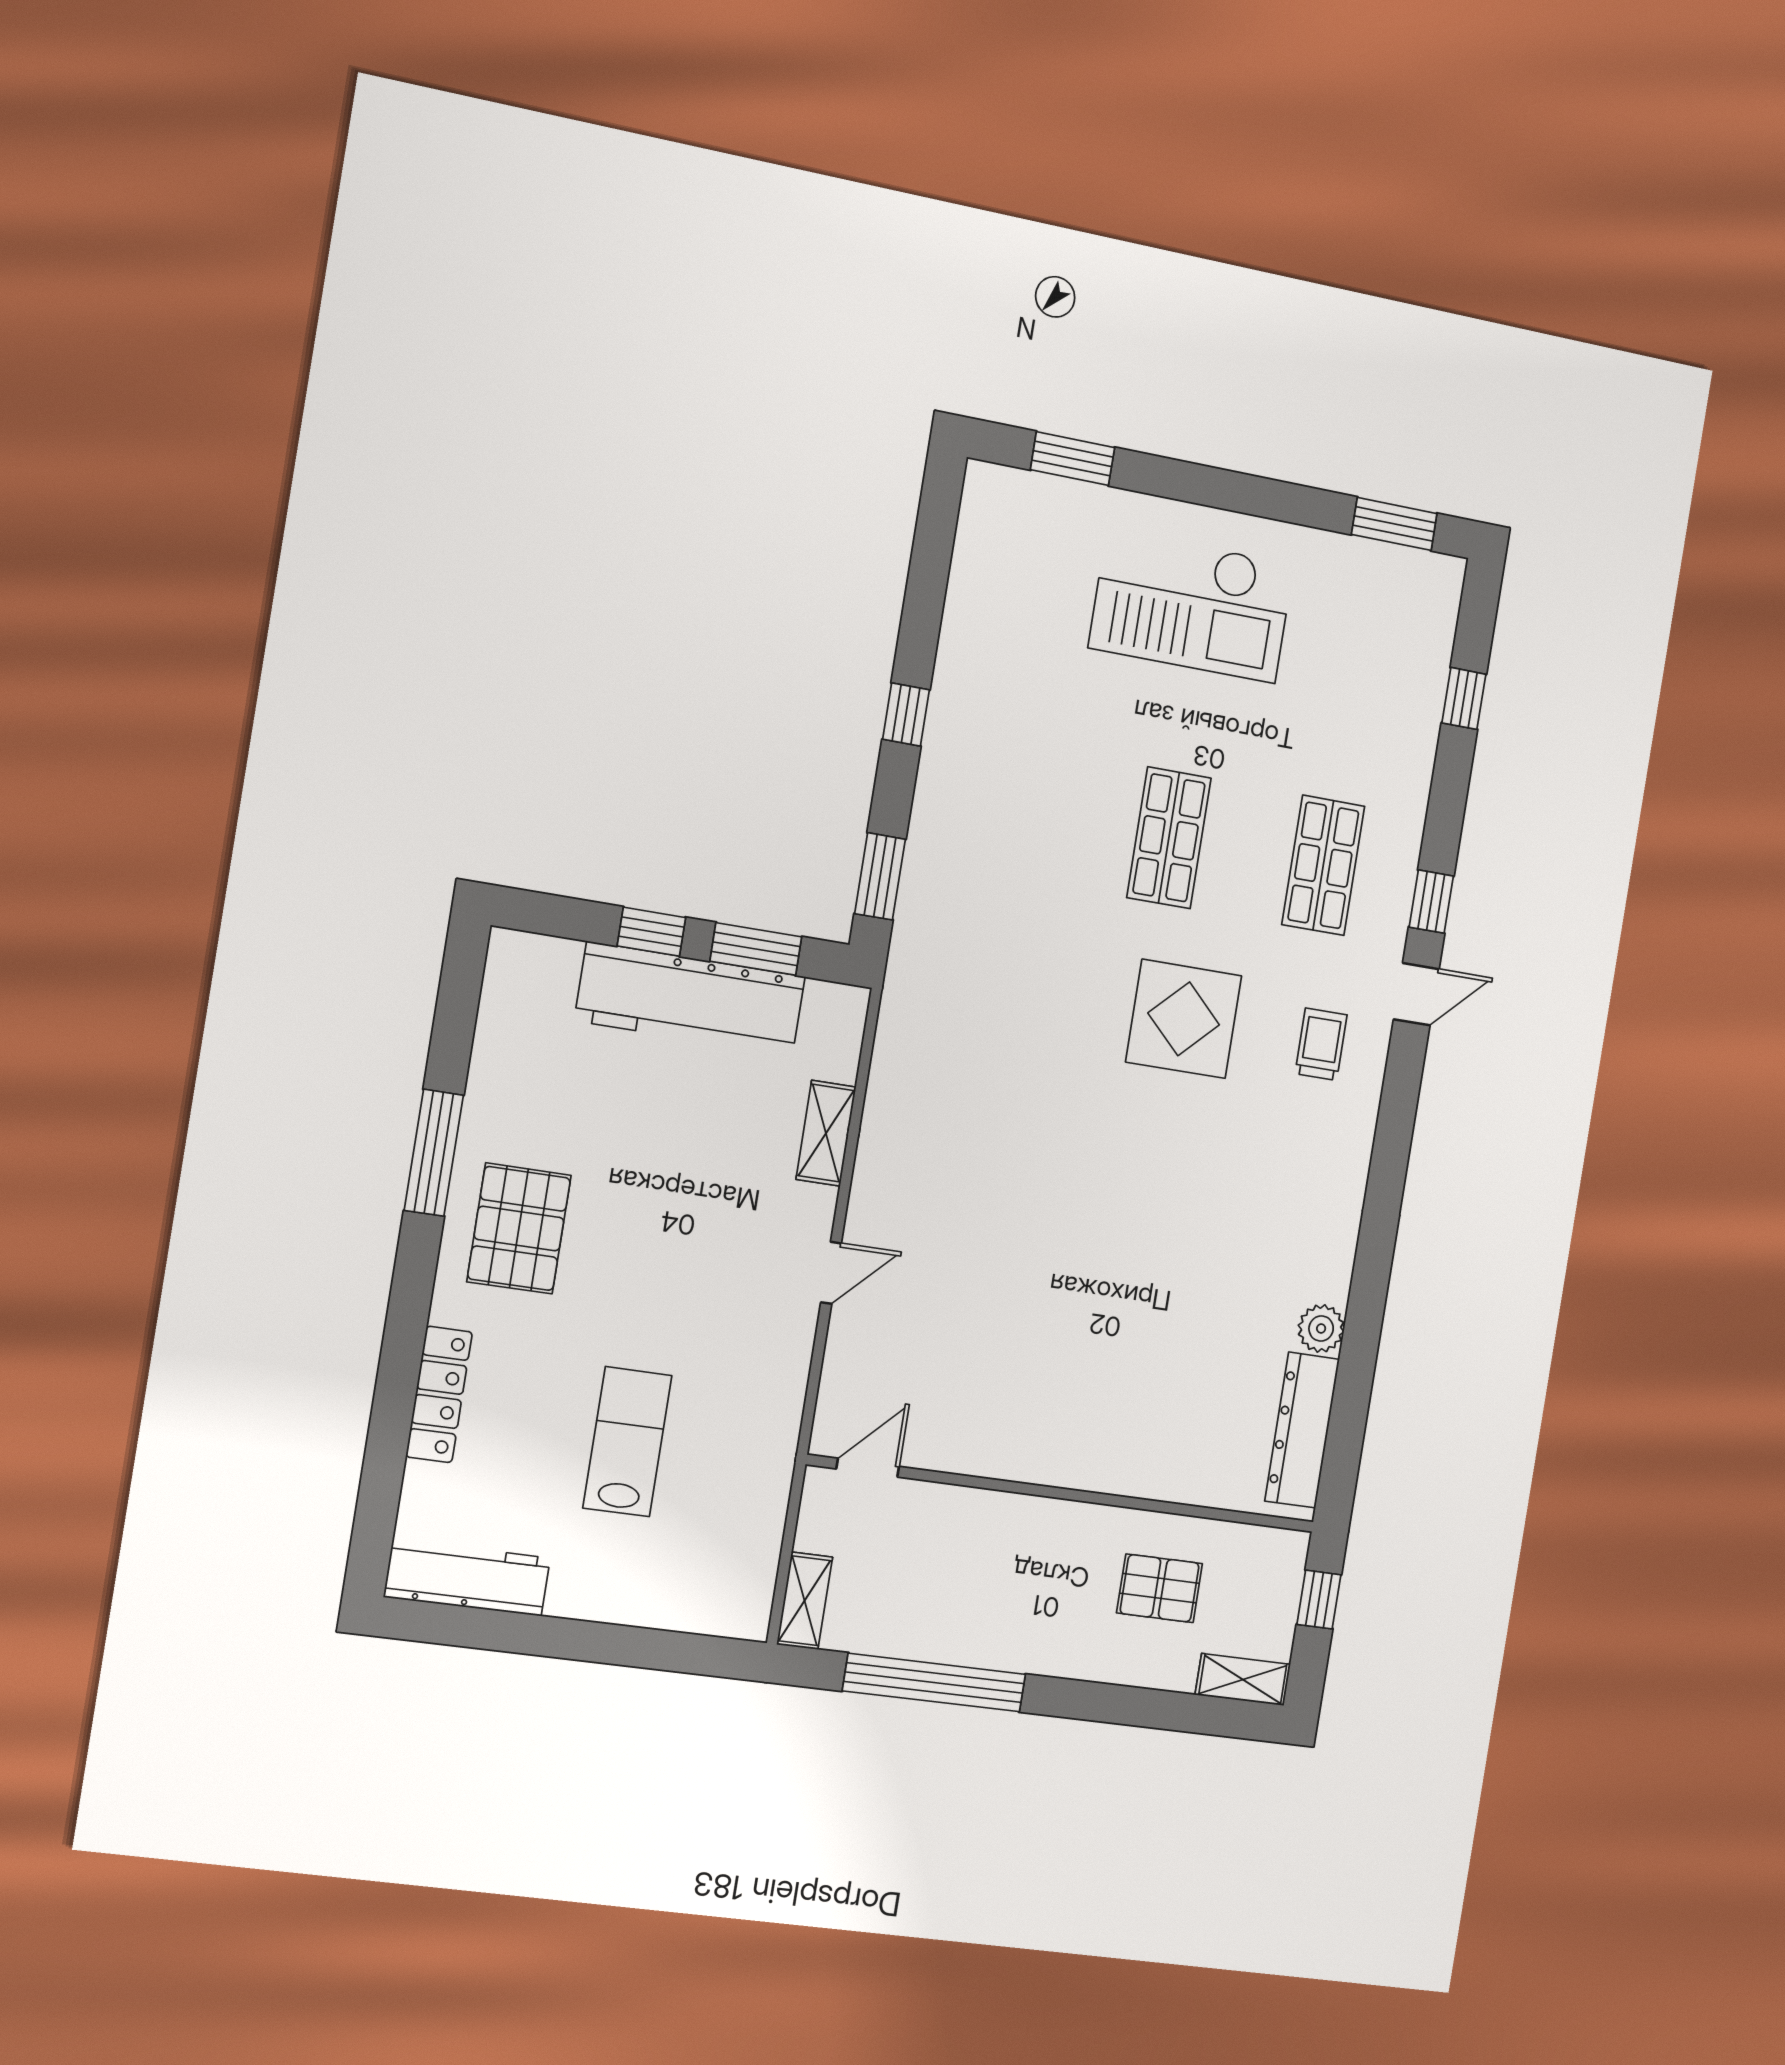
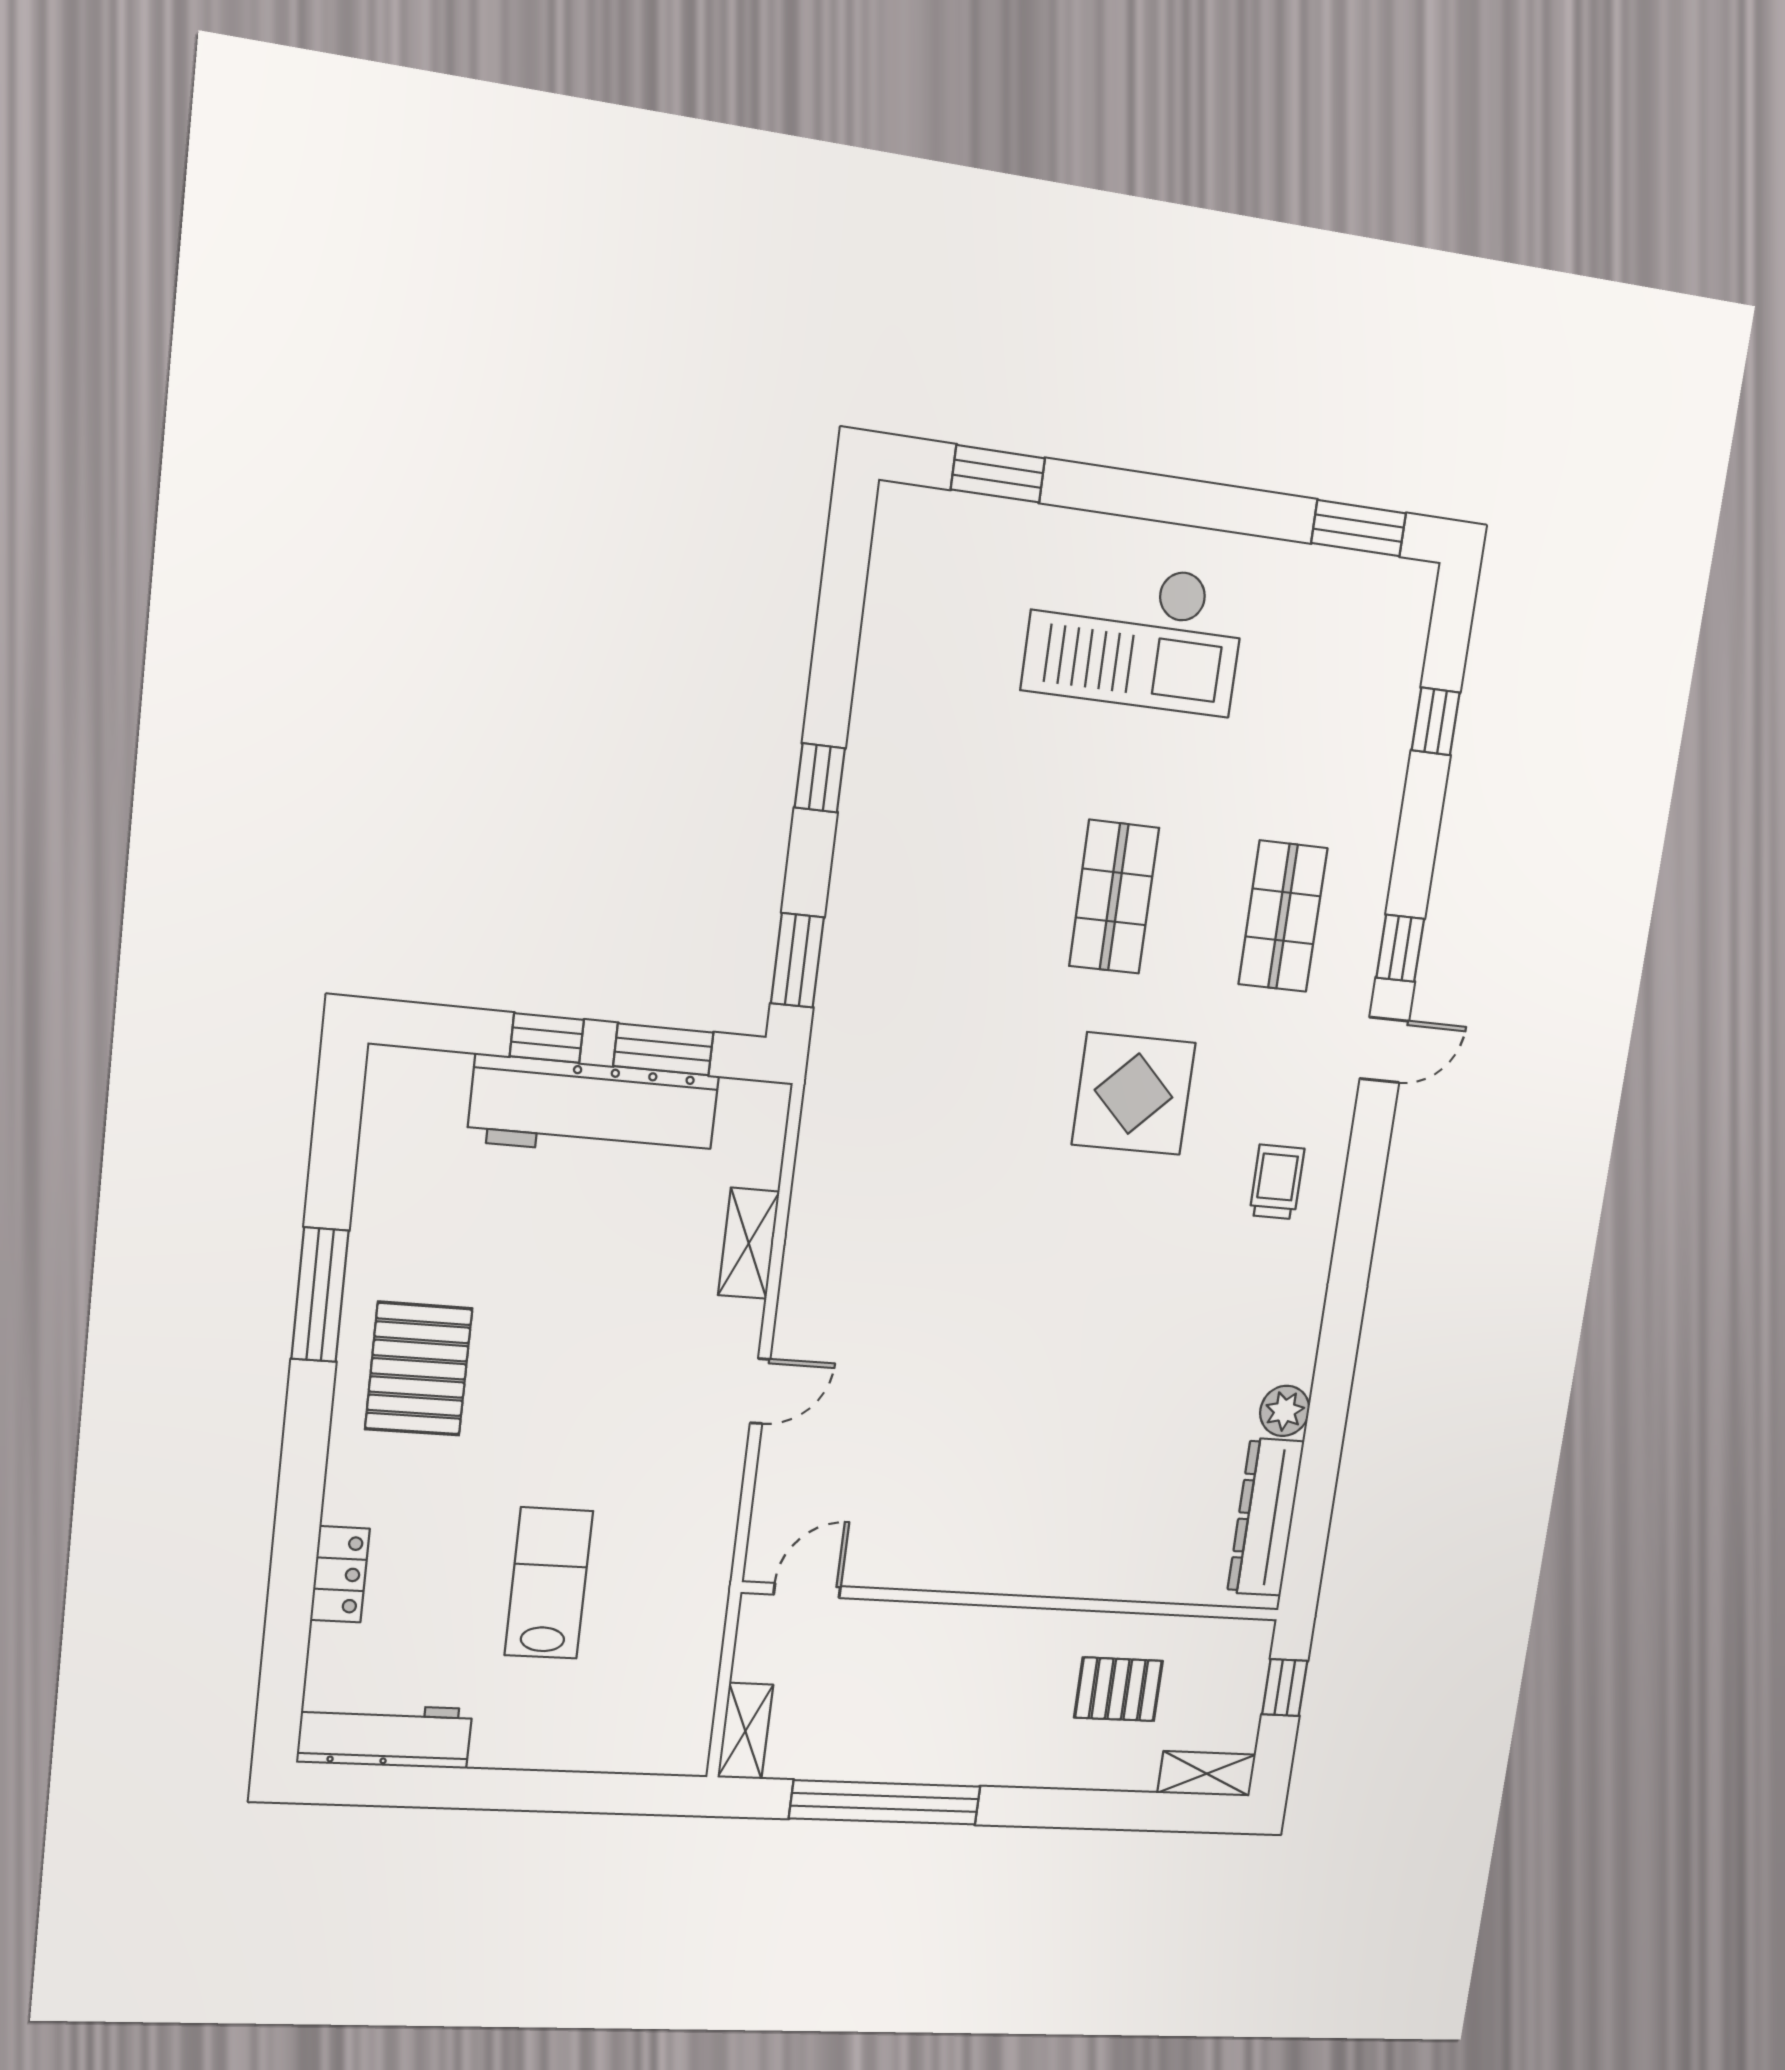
trolley: (1321, 1044) -> (1277, 1182), moved
locker: (439, 1394) -> (340, 1574), width x0.66

